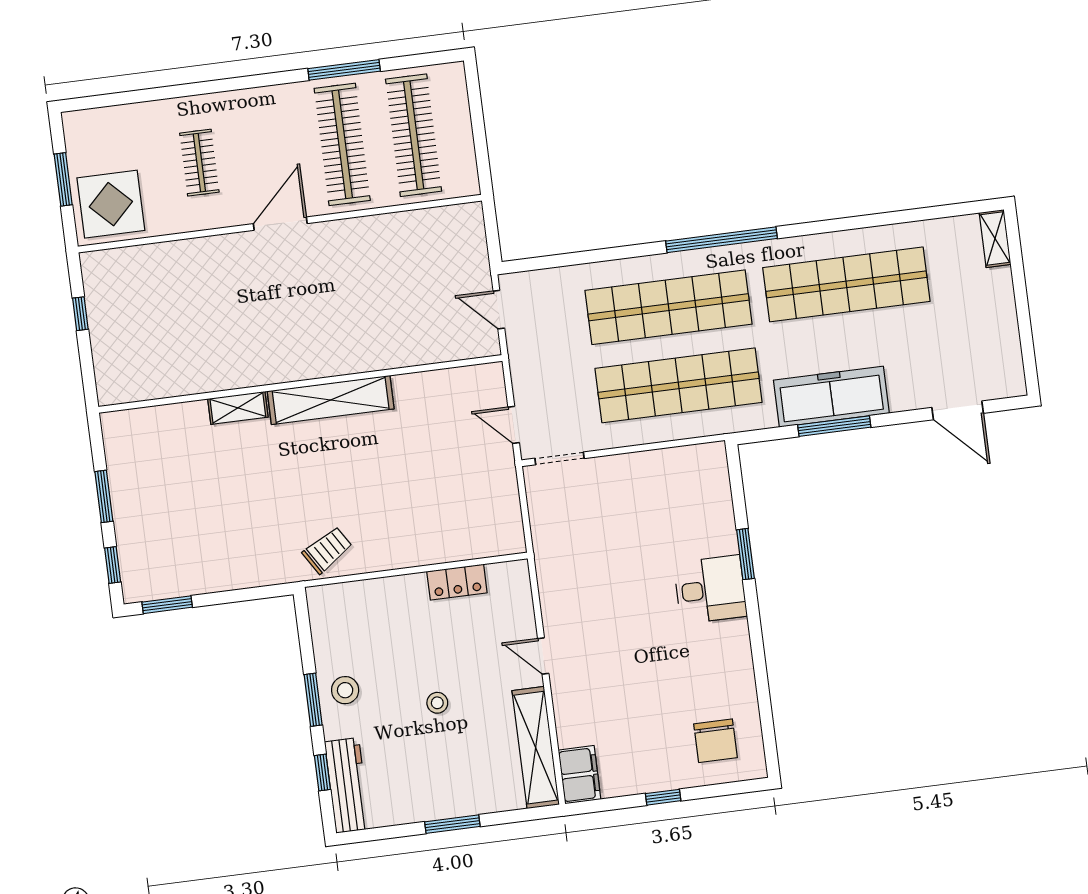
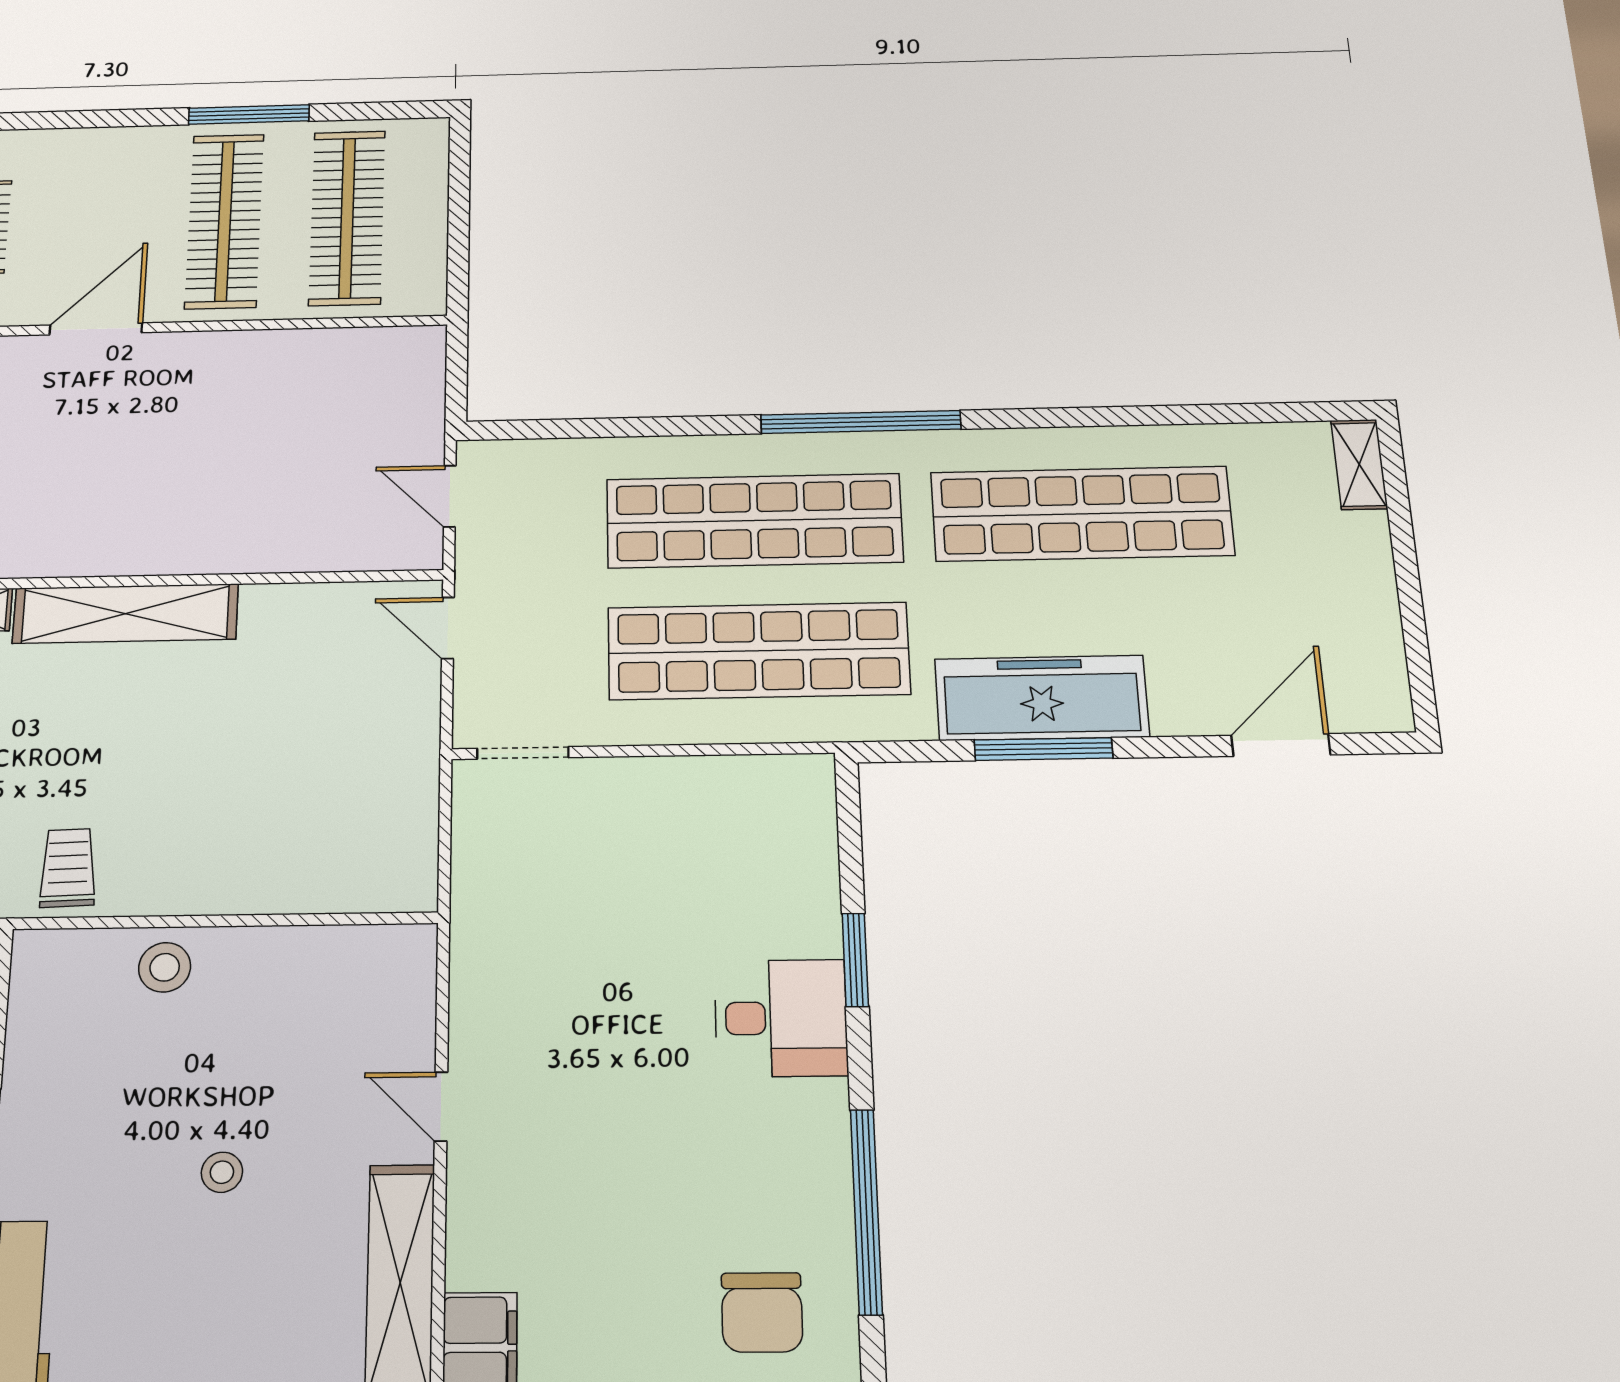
door: (958, 410) -> (1281, 745), swing flipped
door: (514, 425) -> (448, 628), moved
trolley: (327, 550) -> (68, 868), turned -60
locker: (457, 582) -> (298, 951), removed
window: (762, 684) -> (866, 1211), added
stool: (345, 690) -> (165, 967), moved

